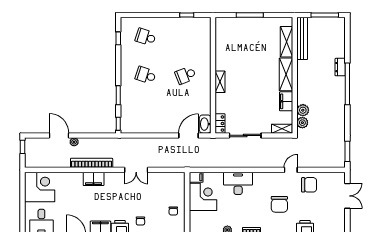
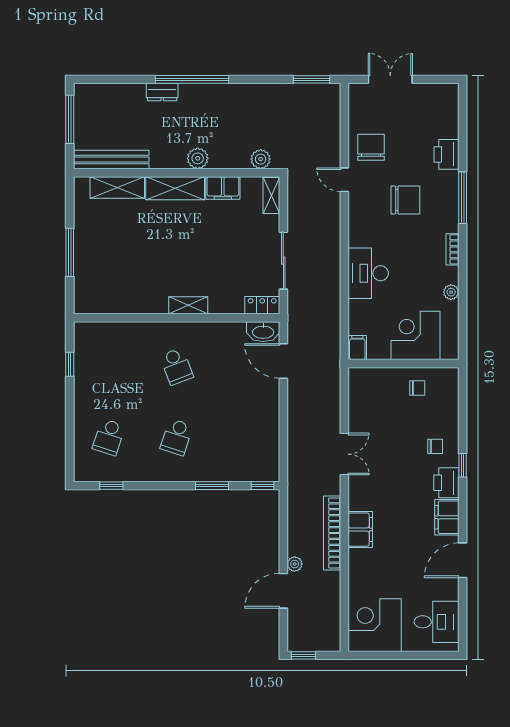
plant: (303, 110) -> (198, 158), moved
corner desk: (203, 197) -> (415, 335), moved

